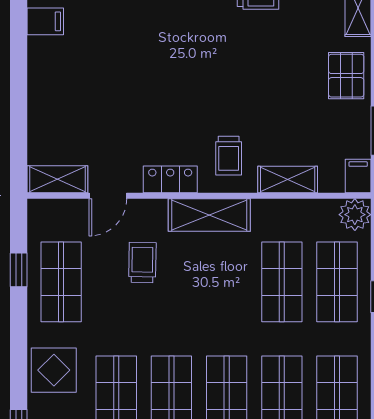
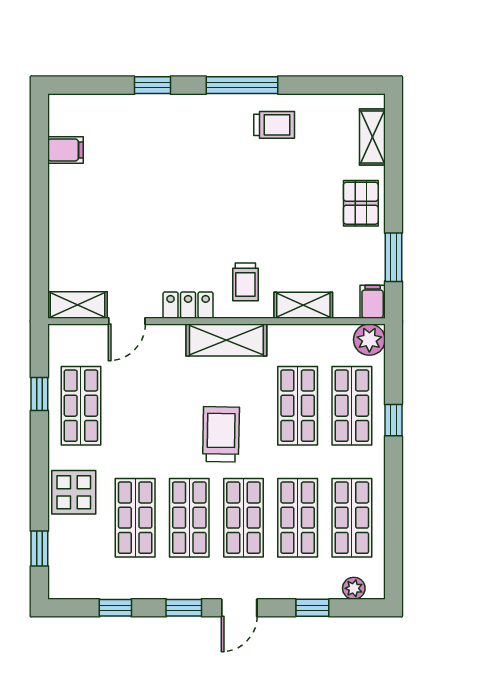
trolley: (142, 262) -> (221, 434), moved, width x1.36, depth x1.39

